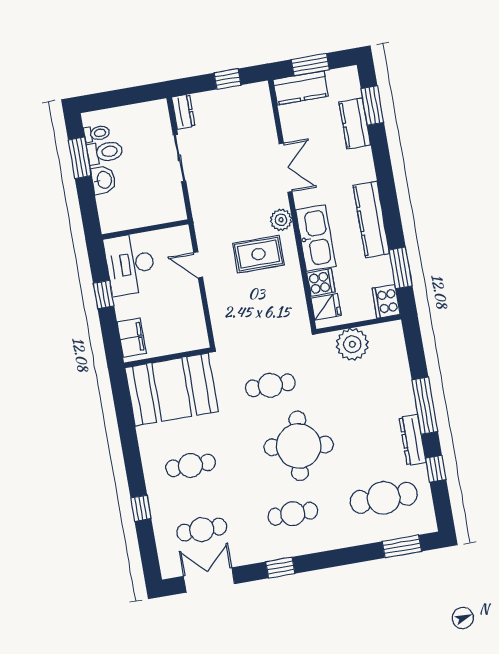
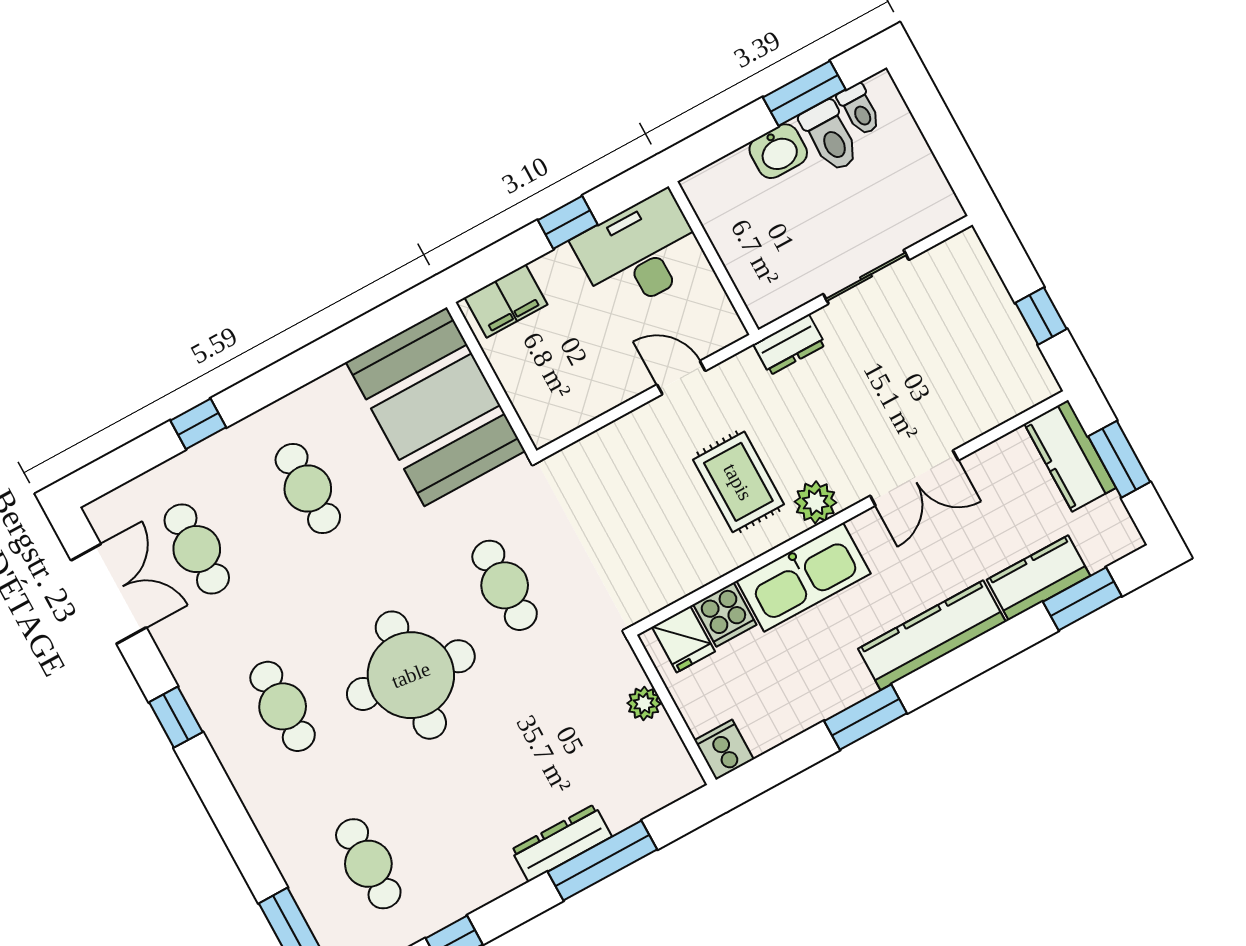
dresser: (183, 112) -> (789, 345), moved
kitchen counter: (371, 219) -> (932, 635), moved
door: (198, 265) -> (681, 378), hinge flipped
window: (401, 268) -> (866, 717), moved
cooker: (386, 301) -> (724, 750), width x0.73
plant: (352, 344) -> (644, 703), width x0.53, depth x0.53
window: (425, 406) -> (602, 861), moved
dresser: (412, 440) -> (562, 843), moved
cafe table: (384, 498) -> (368, 864), width x0.73, depth x0.74

